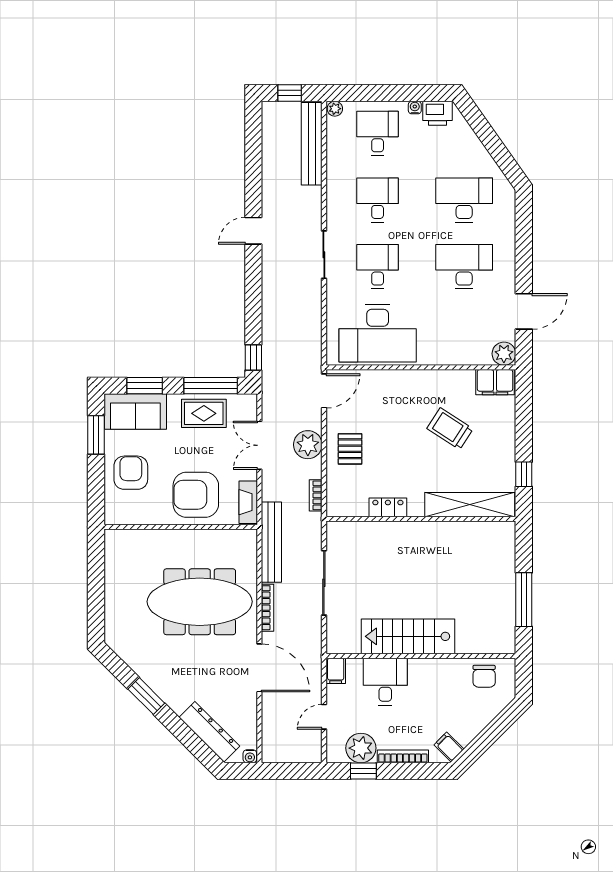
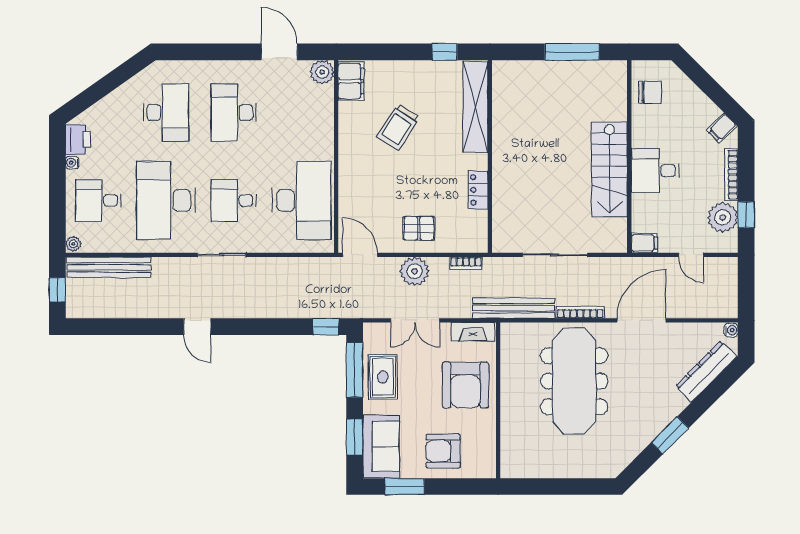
desk: (378, 200) -> (166, 200), width x1.87, depth x1.30
desk: (464, 200) -> (166, 112), turned 180
desk: (385, 682) -> (655, 170), moved

